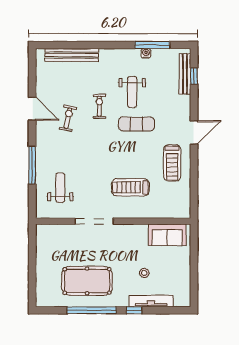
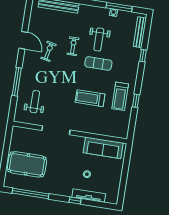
window: (194, 76) -> (143, 56), moved
door: (194, 133) -> (140, 76), removed
window: (194, 166) -> (136, 101), added
treadmill: (130, 187) -> (90, 98), moved
sofa: (167, 235) -> (103, 148), width x1.36
pool table: (87, 281) -> (27, 164), moved
window: (92, 310) -> (30, 193), moved

